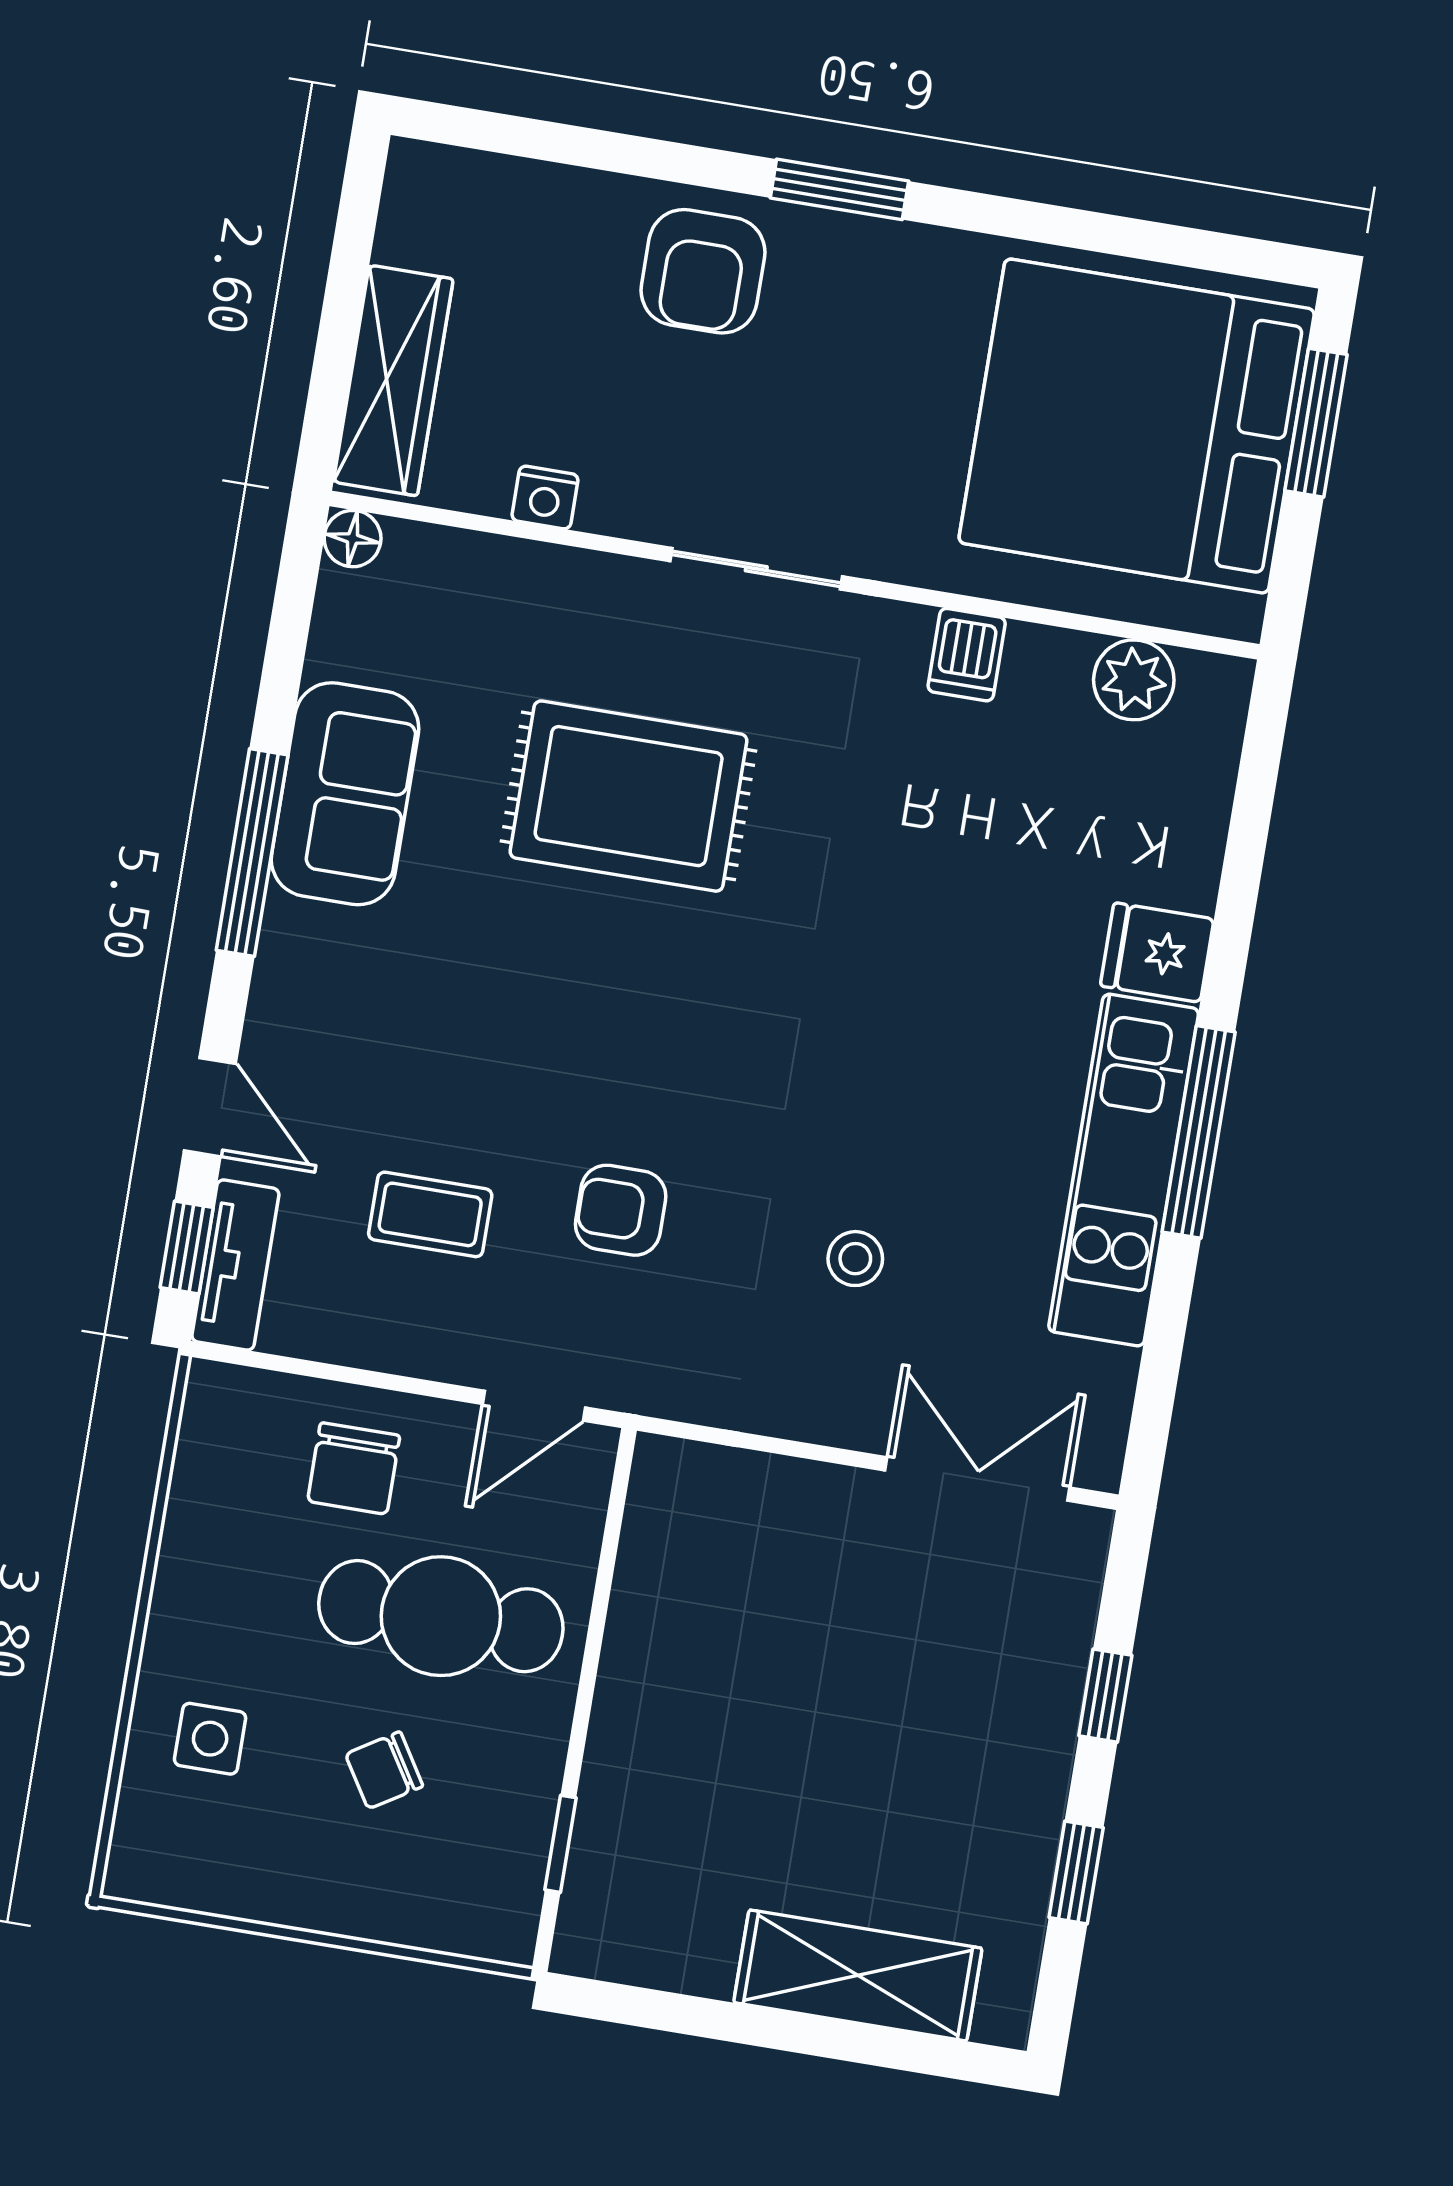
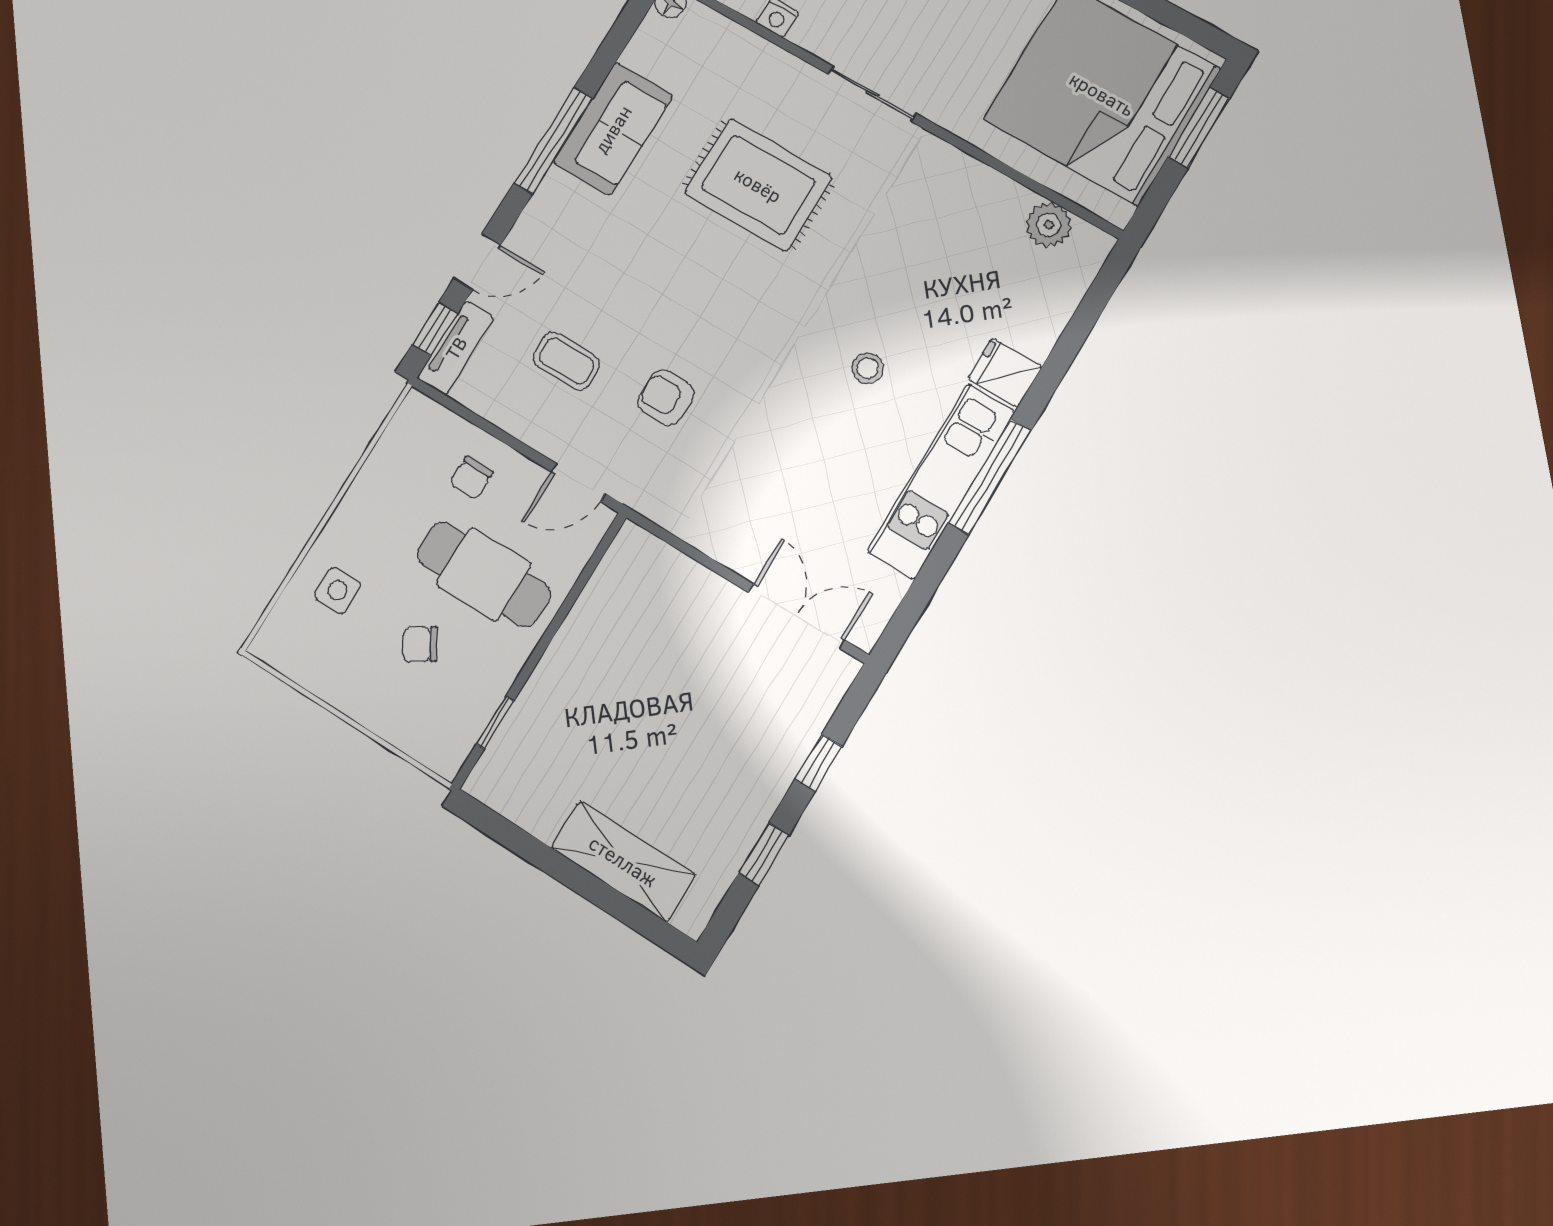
dishwasher: (967, 655) -> (965, 179), removed
door: (210, 1107) -> (477, 262), hinge flipped
stool: (855, 1259) -> (868, 368), moved
chair: (354, 1468) -> (471, 478), width x0.73, depth x0.73

